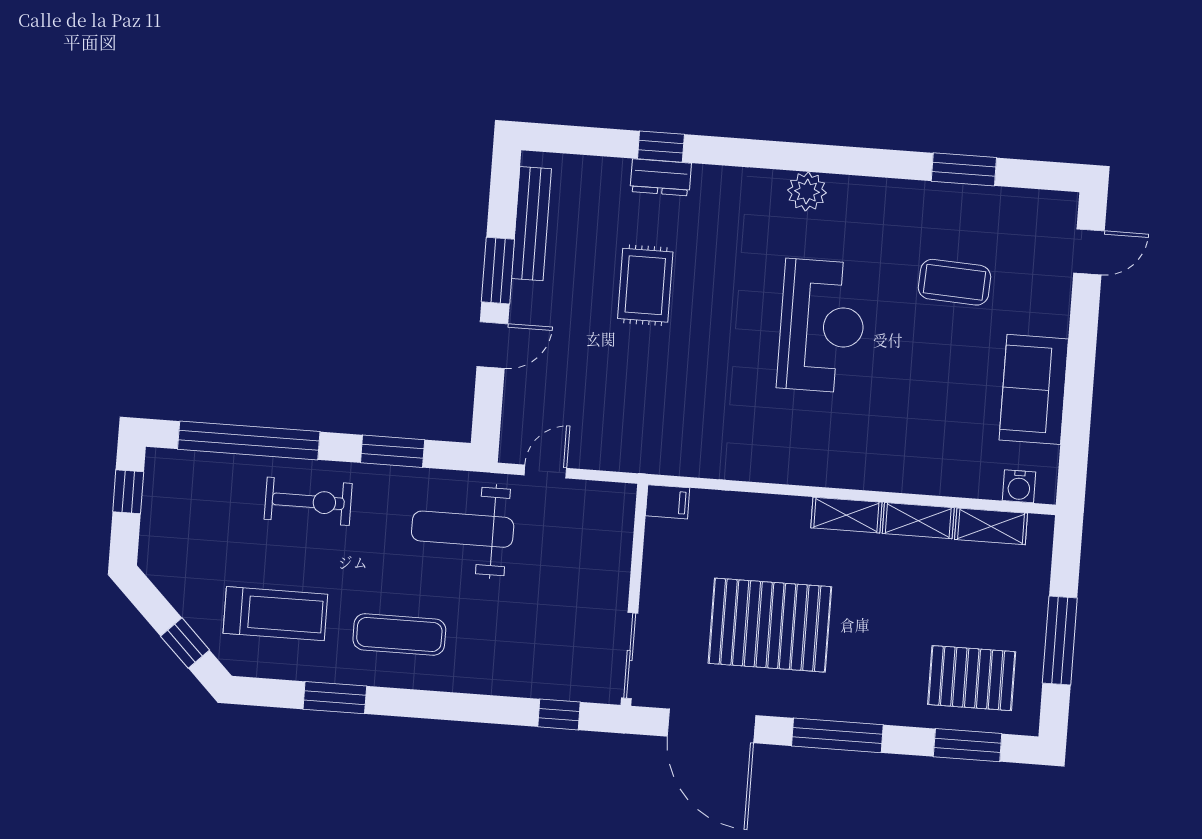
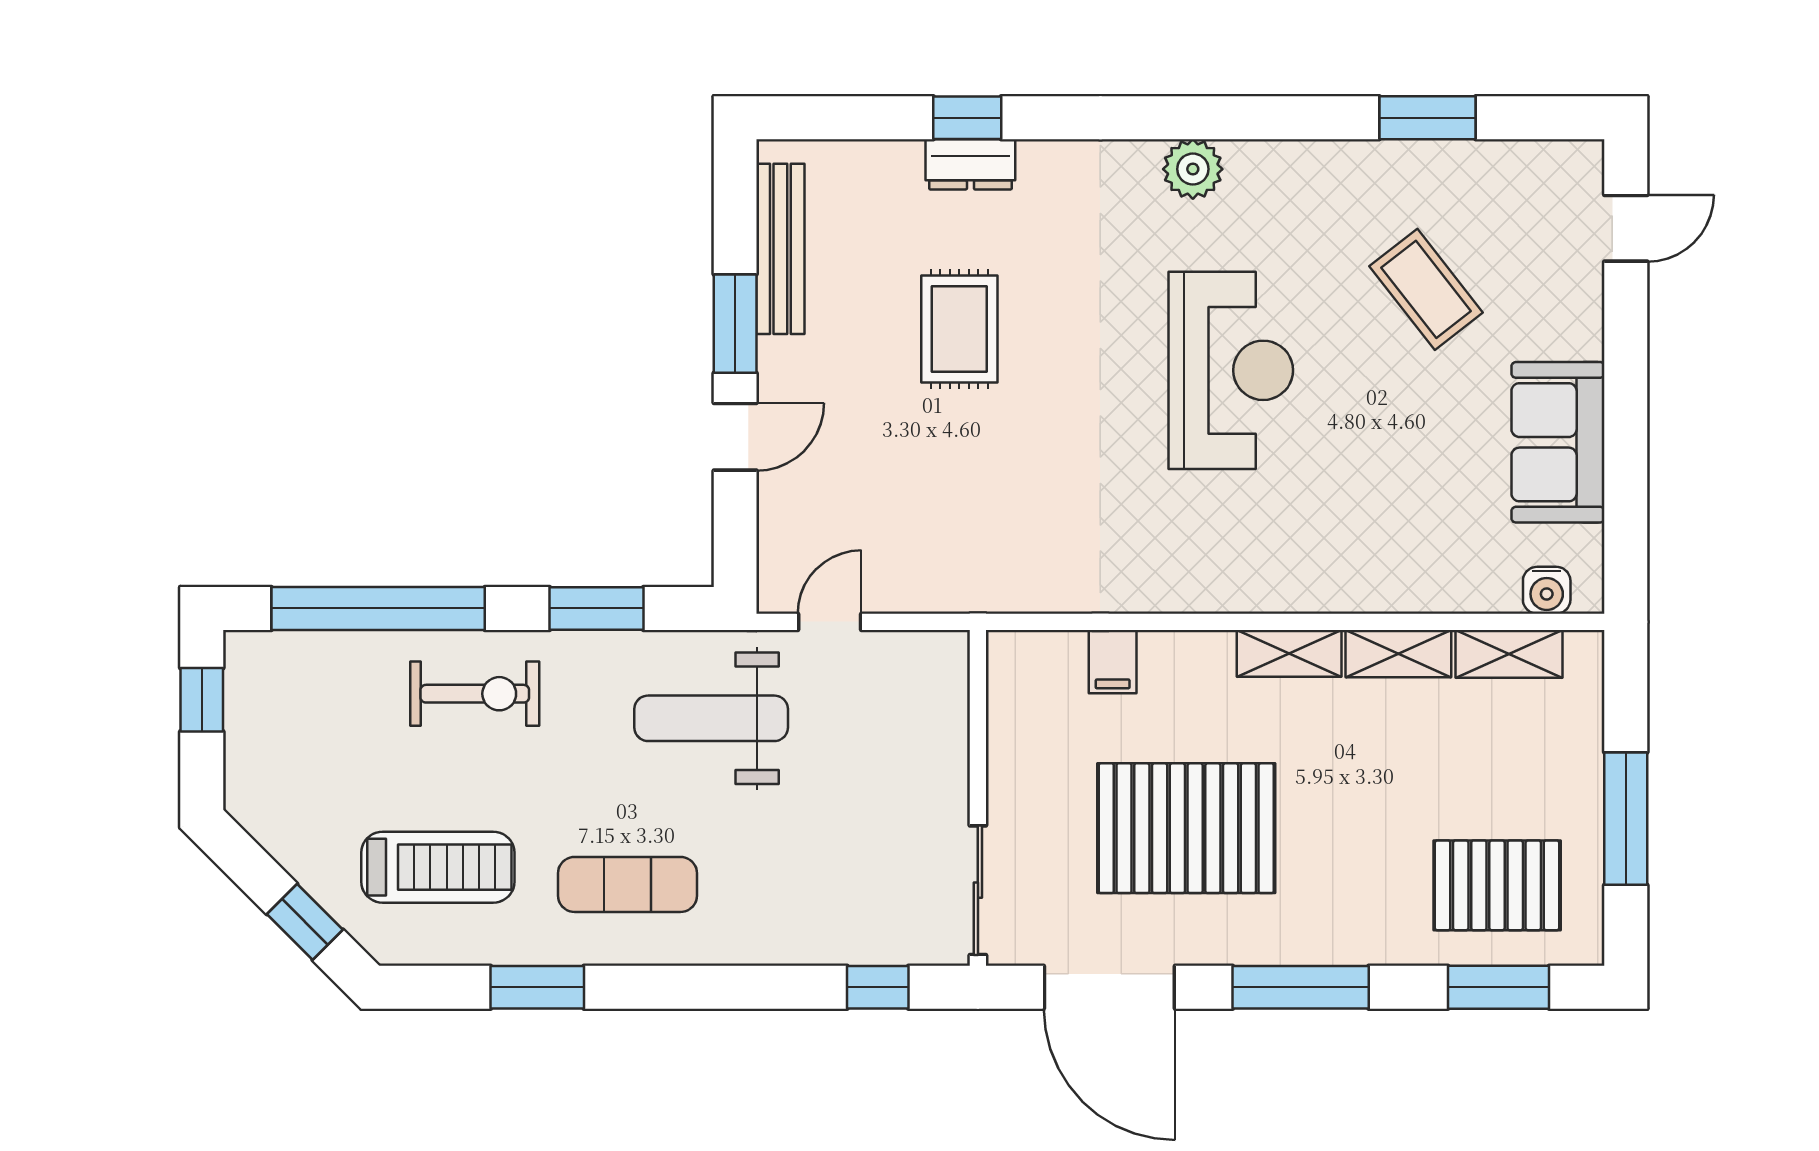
coffee table: (955, 282) -> (1426, 289), turned 49
filing cabinet: (668, 502) -> (1113, 662), moved, turned 90

